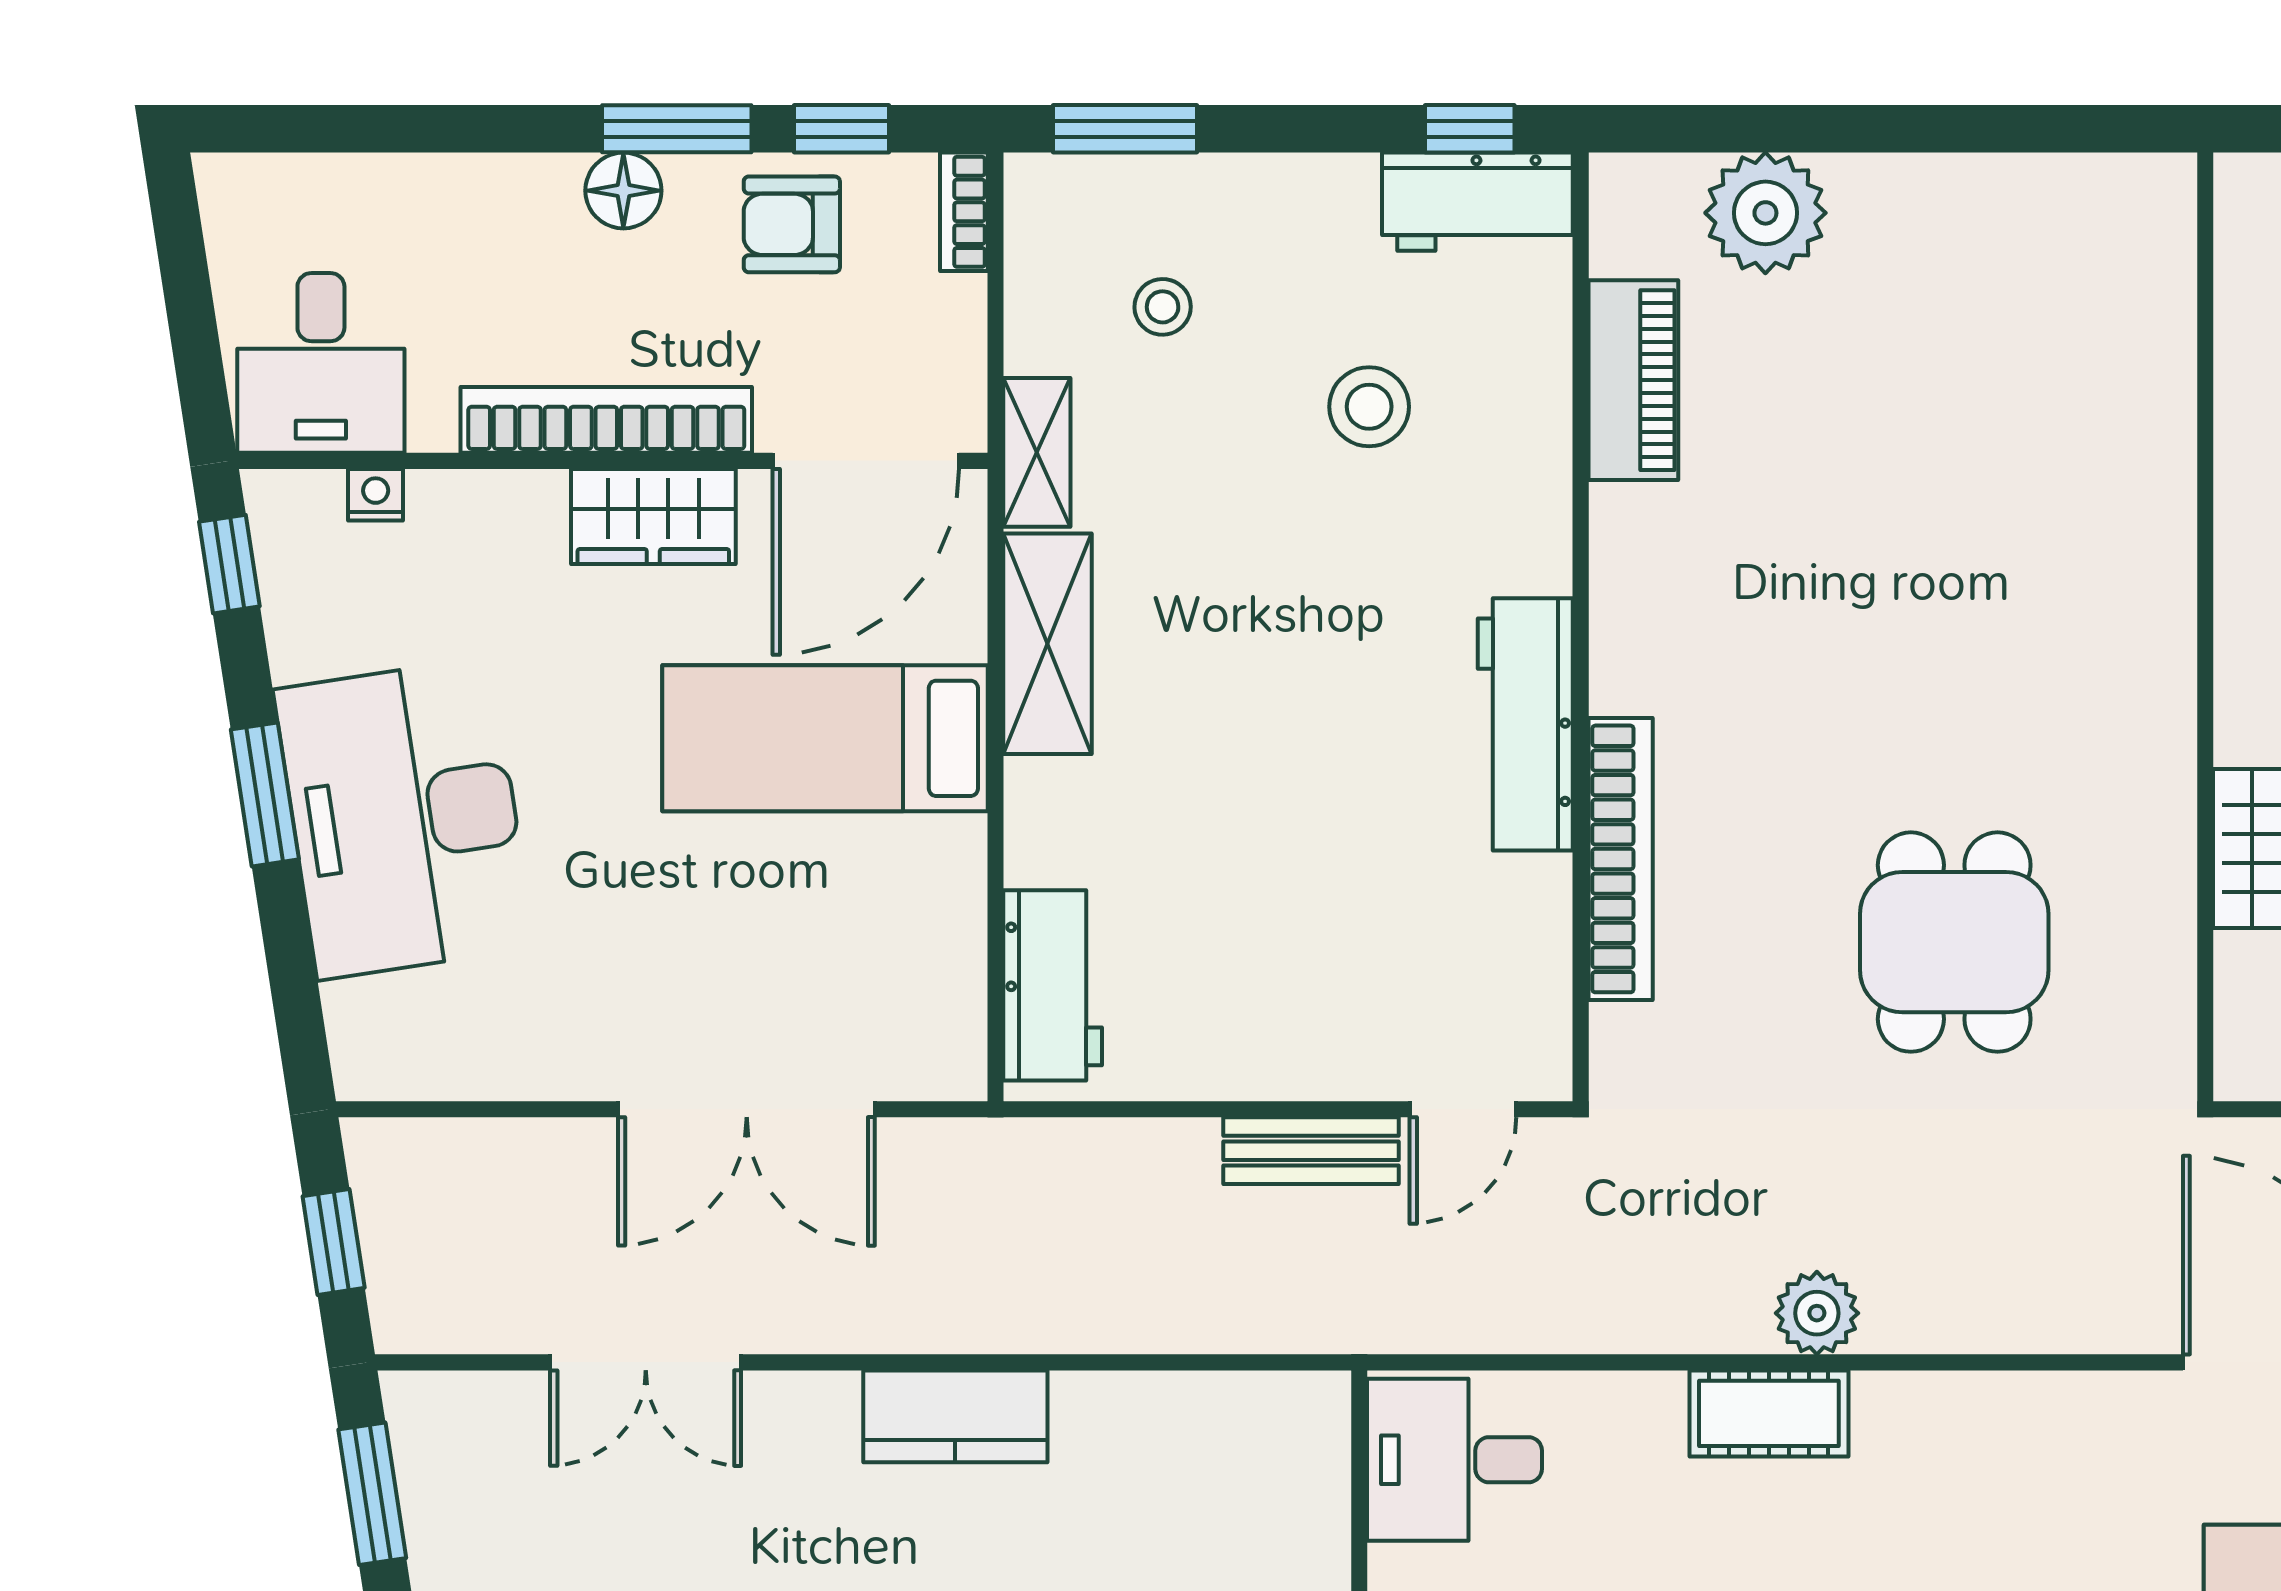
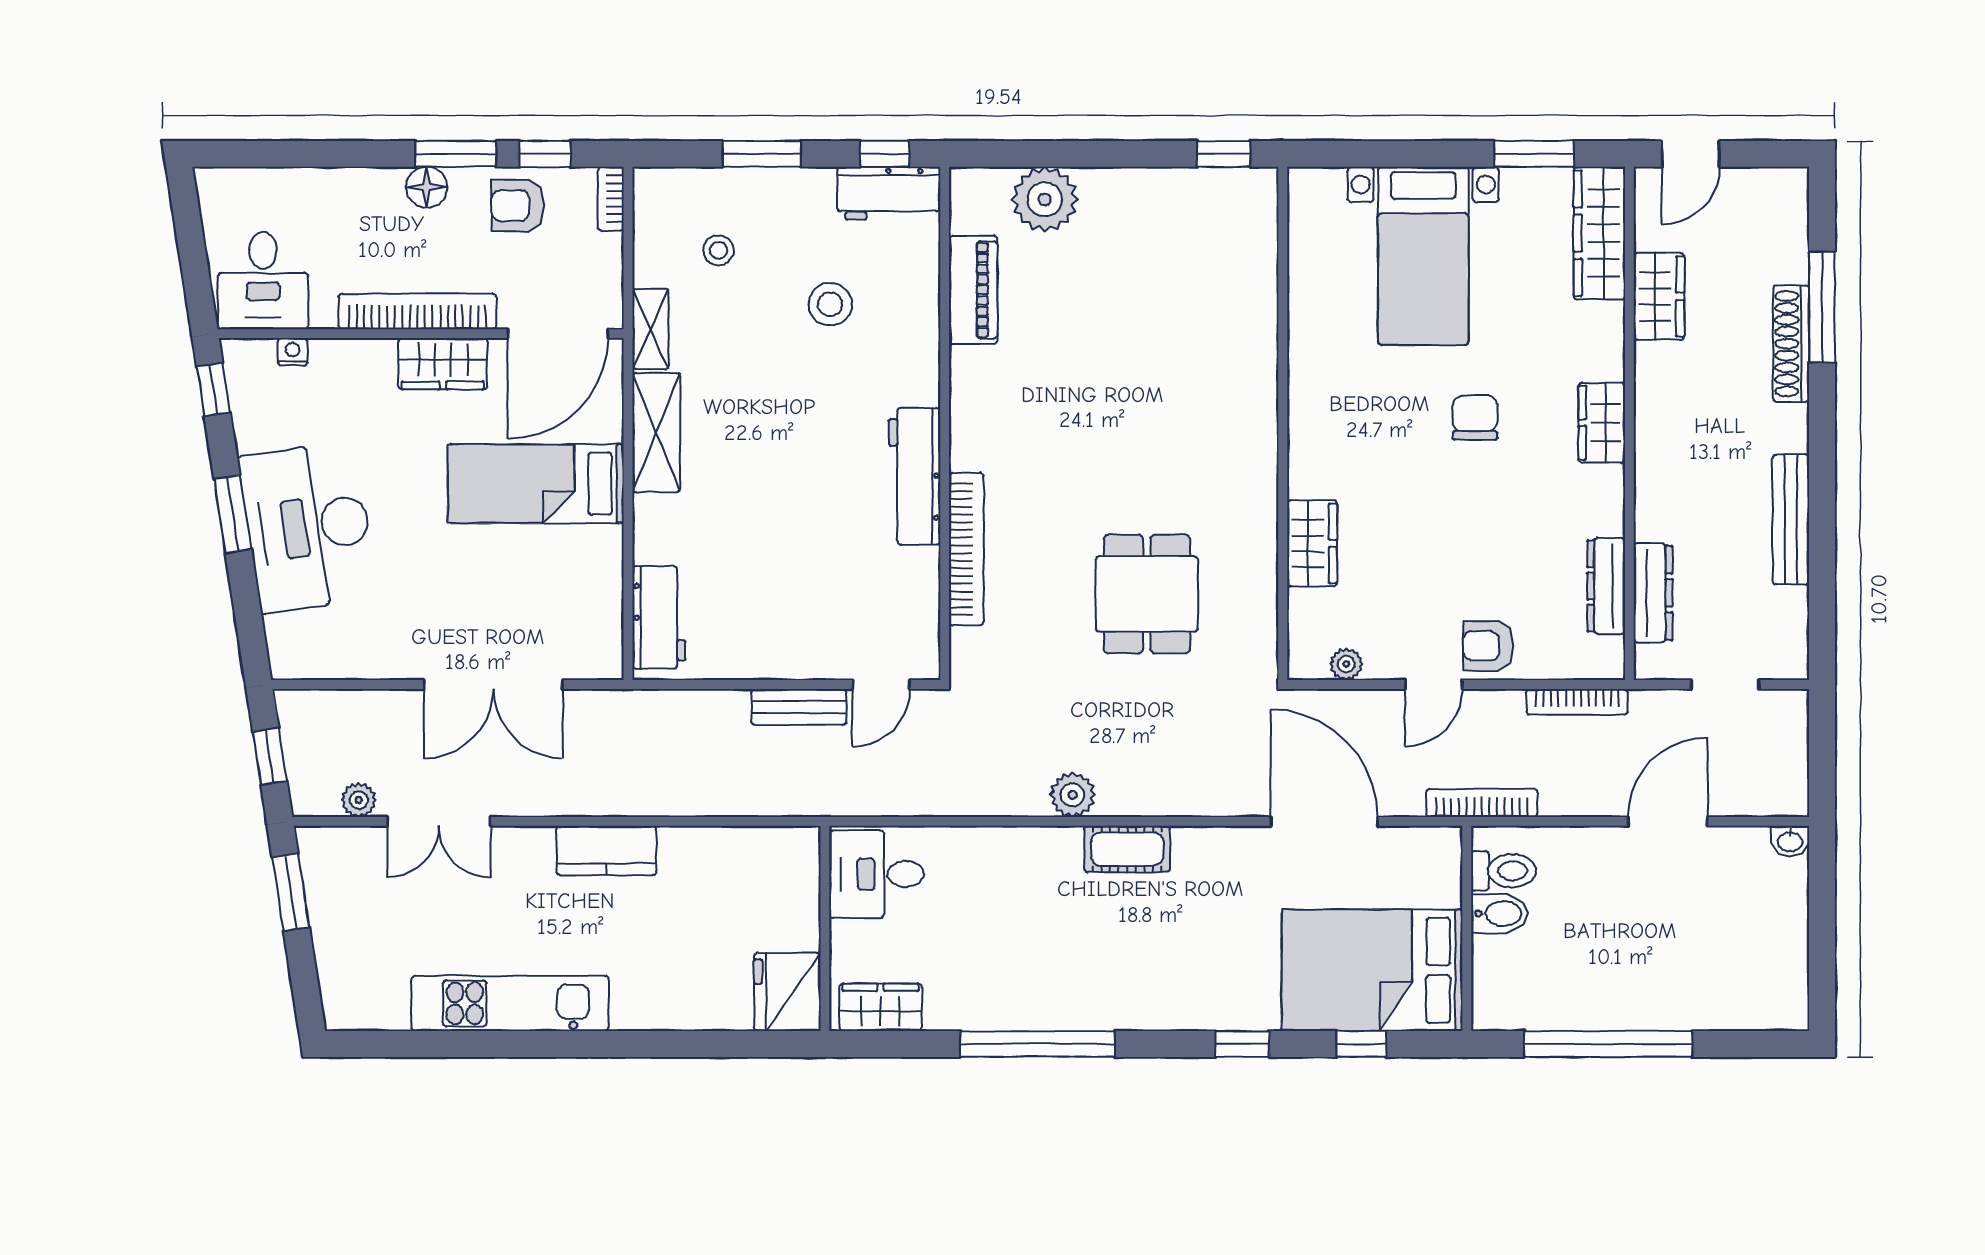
window: (1125, 129) -> (762, 154), moved
window: (2096, 129) -> (1224, 154), added
plant: (498, 1323) -> (359, 800), added
cot: (1769, 1413) -> (1127, 849), moved

